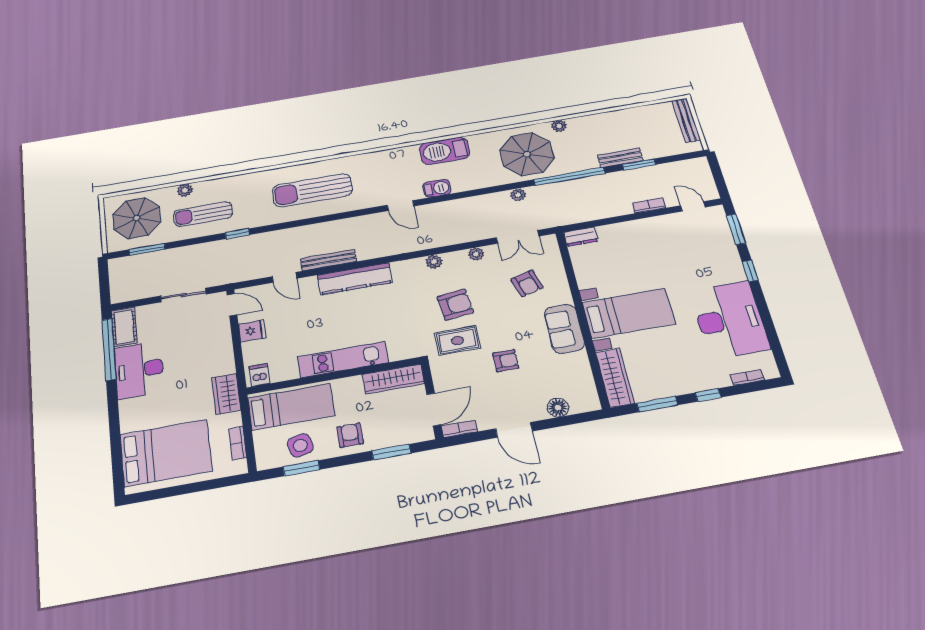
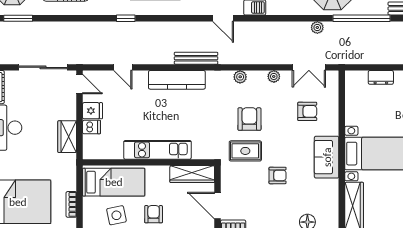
window: (237, 234) -> (126, 18), moved
dresser: (581, 237) -> (381, 77), moved
bench: (328, 260) -> (196, 58), moved
armchair: (527, 283) -> (307, 111), turned -74
sliding door: (183, 295) -> (43, 67), width x1.37
armchair: (455, 305) -> (249, 119), turned -83
dishwasher: (260, 375) -> (91, 127), moved, turned 90
wardrobe: (226, 394) -> (67, 137), moved
door: (434, 410) -> (218, 206), swing flipped

